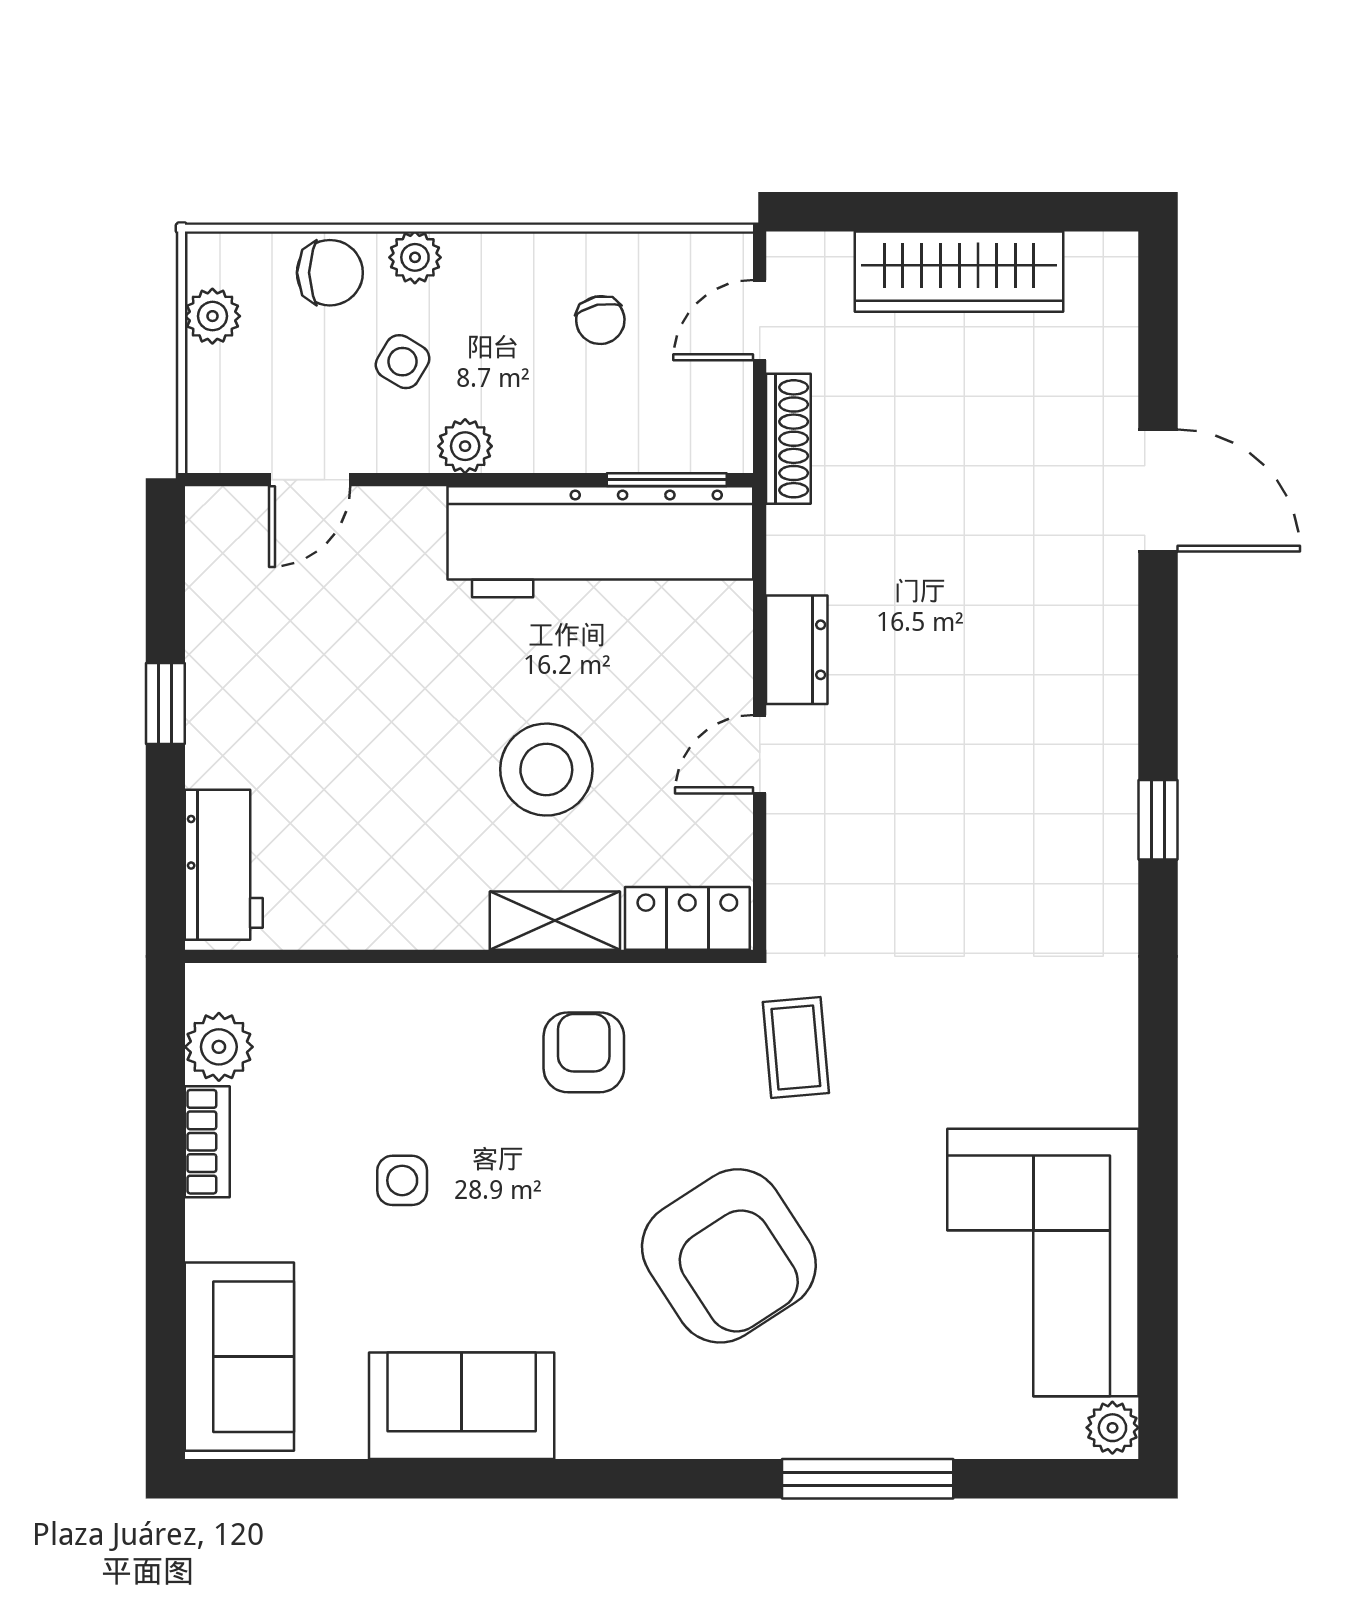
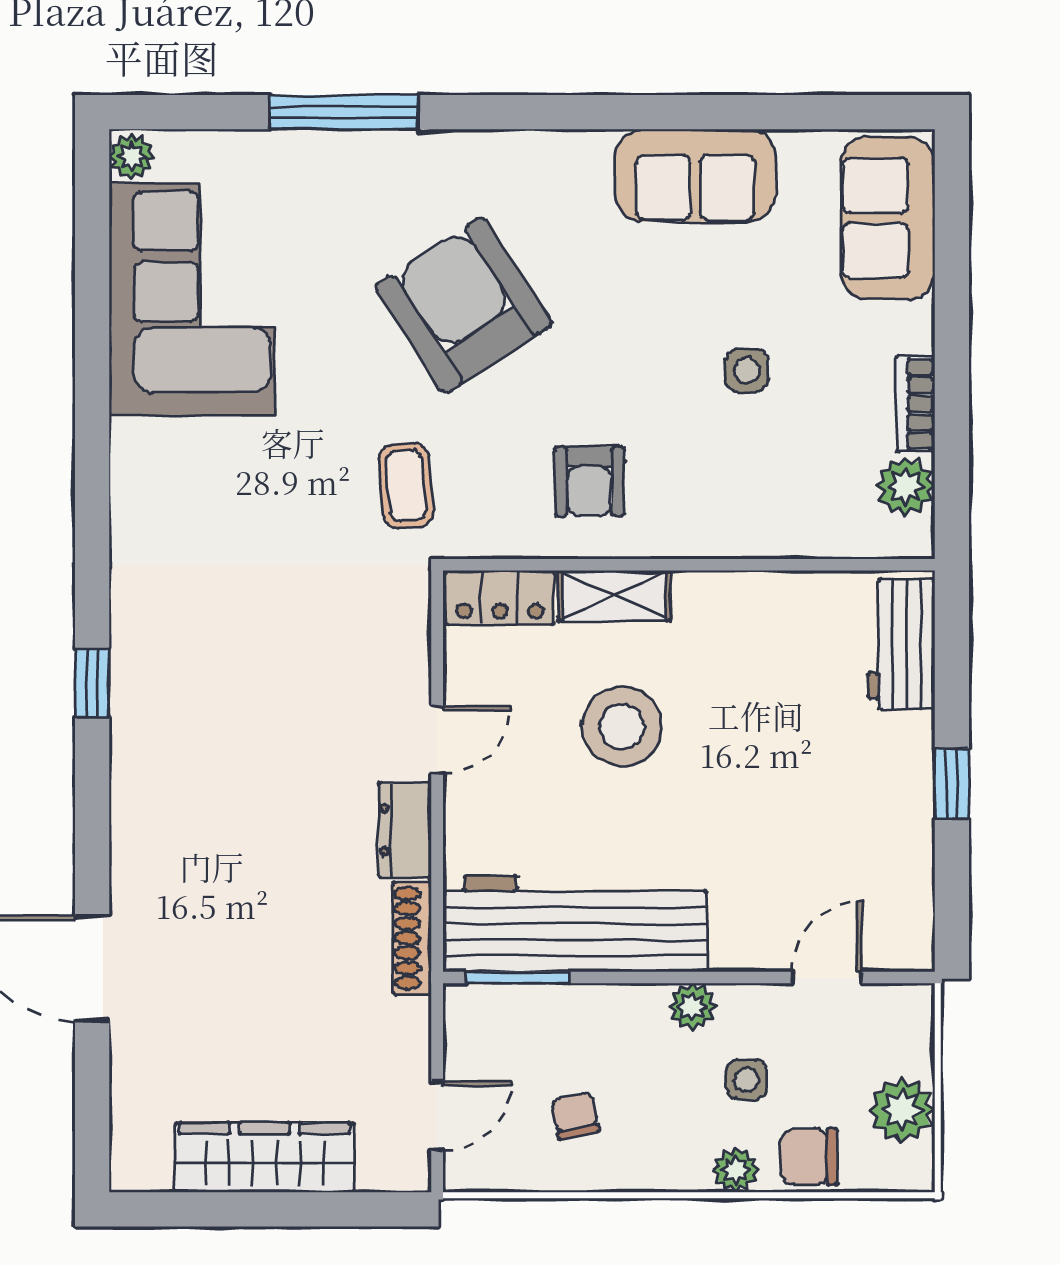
plant: (212, 316) -> (902, 1110), width x1.38, depth x1.38
side table: (403, 362) -> (746, 1080), turned -31
shoe rack: (788, 439) -> (412, 938), moved

